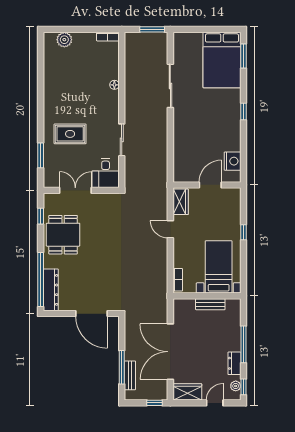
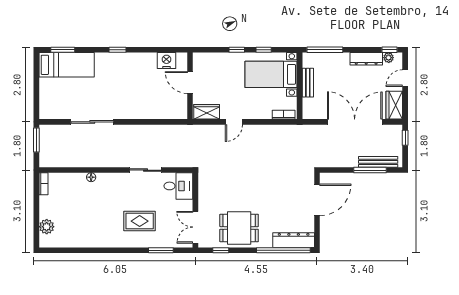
bed: (222, 60) -> (67, 65), width x0.67
rug: (70, 134) -> (140, 221), turned 90
double door: (75, 190) -> (195, 227), moved
window: (244, 260) -> (264, 50), added
window: (244, 344) -> (325, 50), moved
double door: (170, 352) -> (355, 122), swing flipped
dresser: (234, 363) -> (366, 59), width x1.44
bench: (130, 375) -> (378, 162), width x1.36
door: (215, 403) -> (405, 78), hinge flipped

